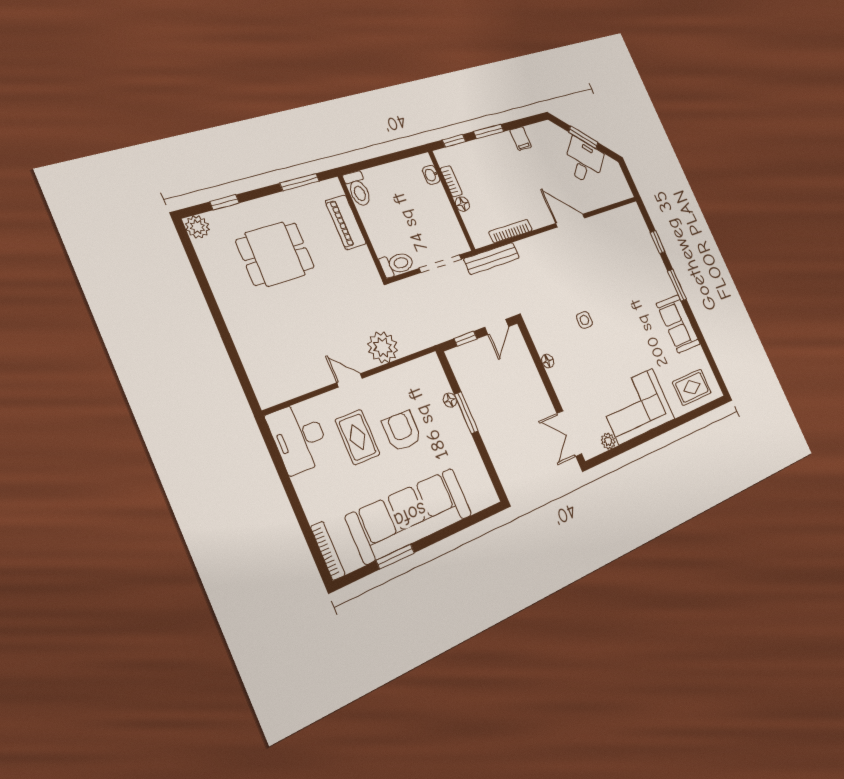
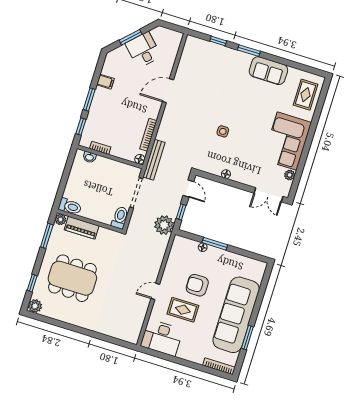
plant: (333, 187) -> (60, 219), added
floor lamp: (462, 204) -> (140, 159), moved
dining table: (275, 254) -> (72, 278), width x1.37
plant: (383, 347) -> (164, 225), moved

